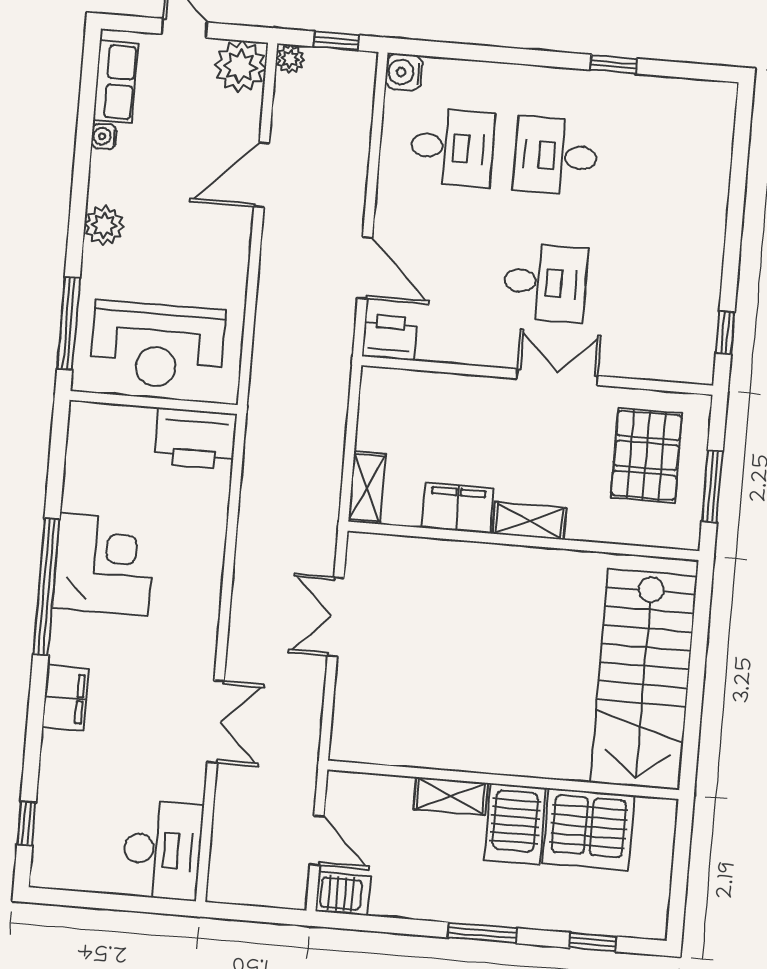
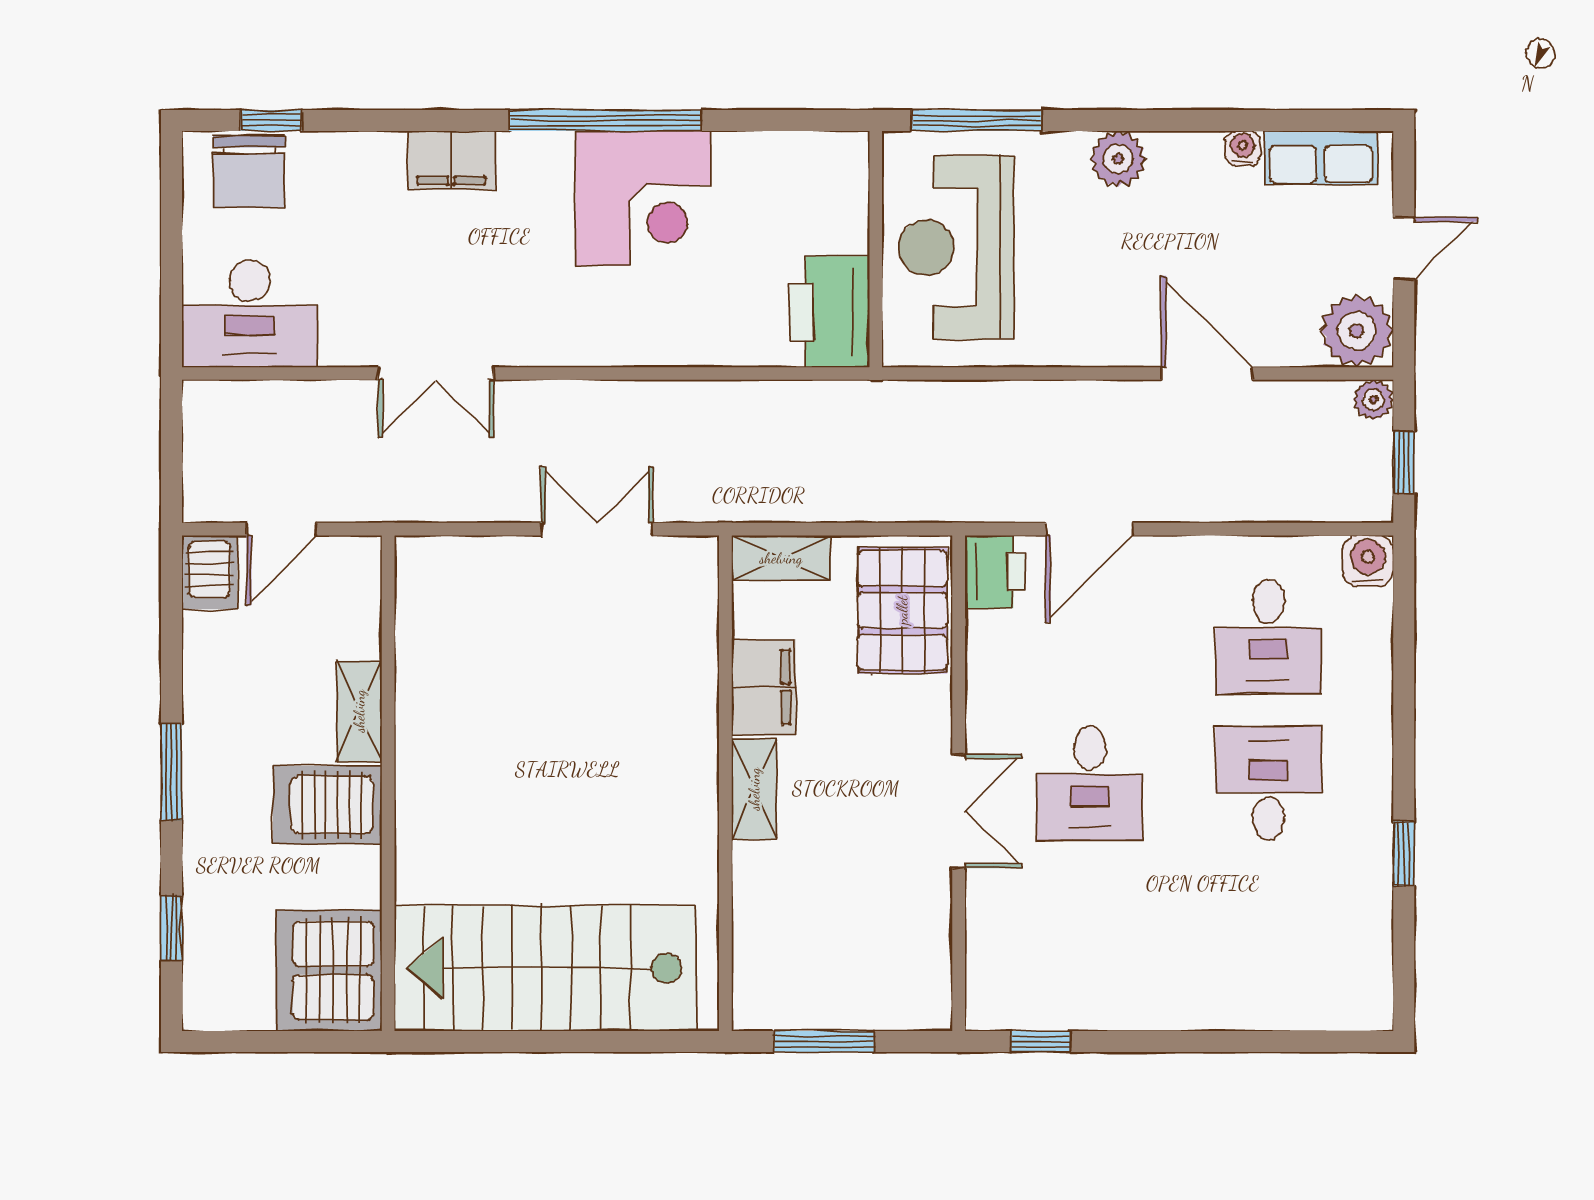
pallet: (646, 455) -> (902, 610), moved, turned 90
server rack: (589, 829) -> (329, 971), moved
chair: (62, 842) -> (249, 172), added

